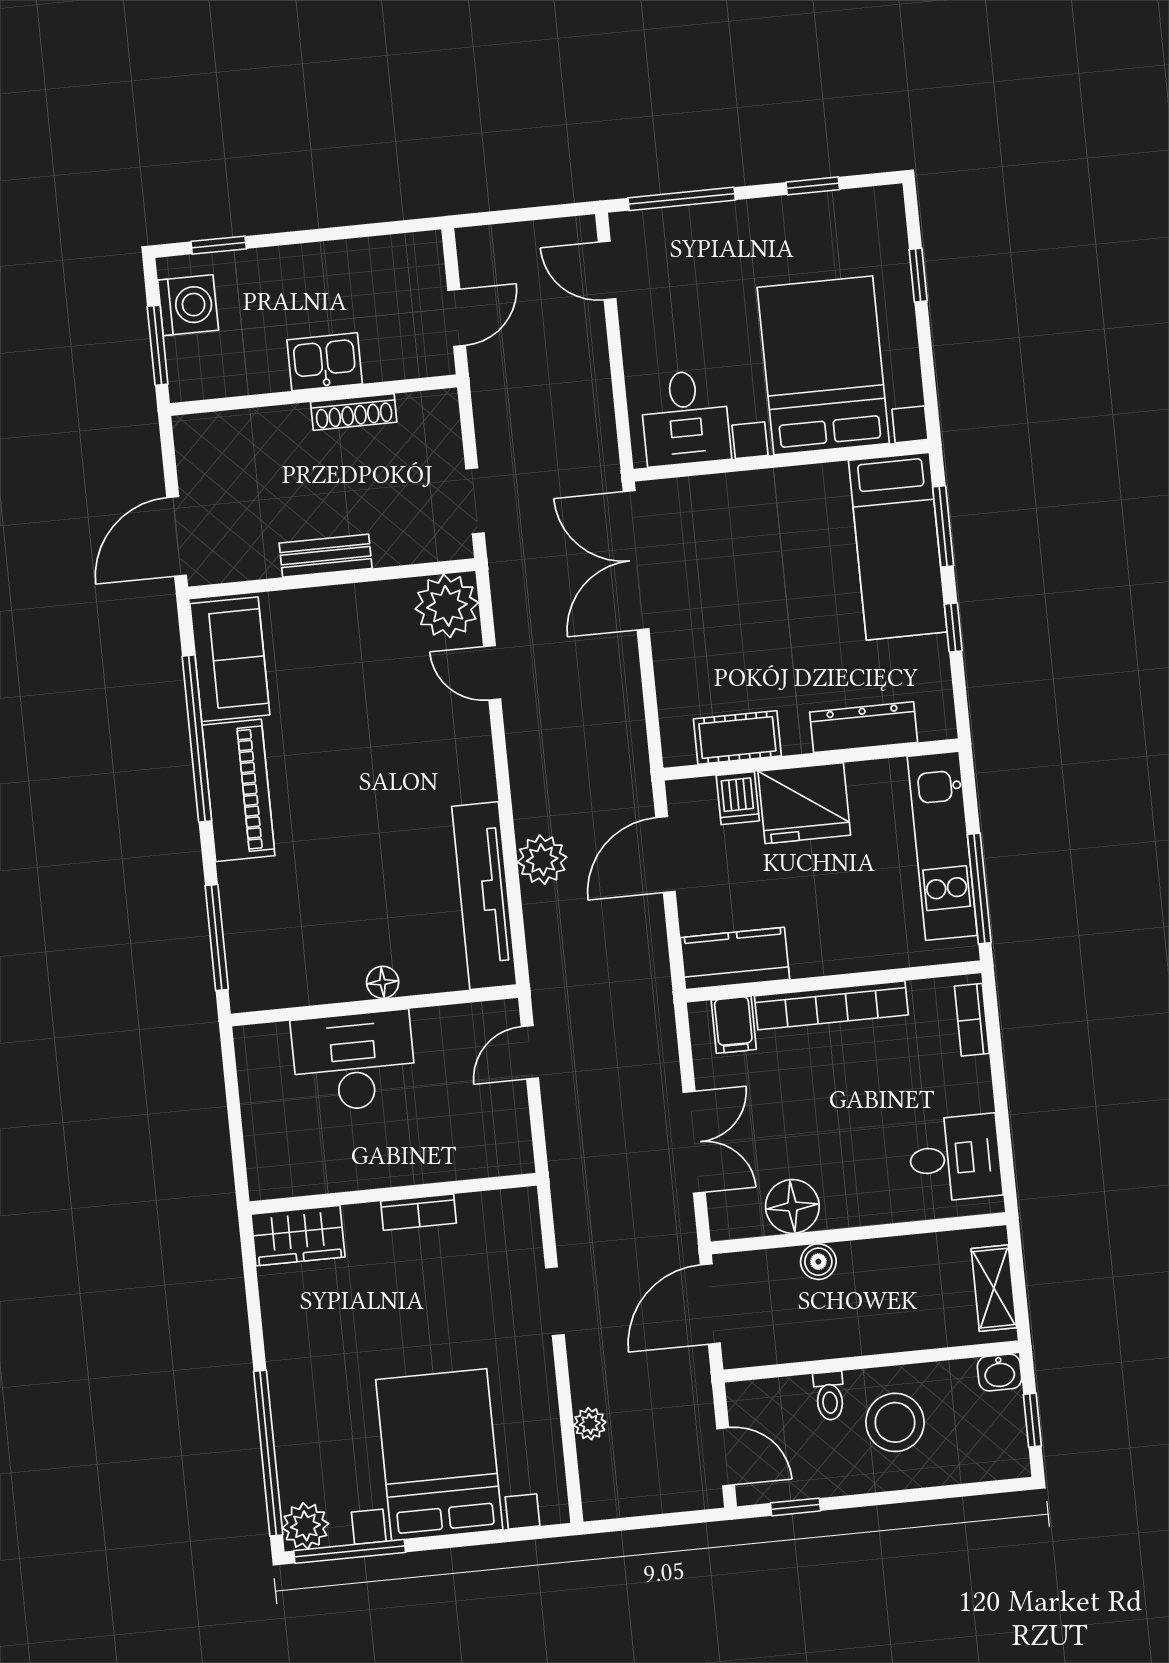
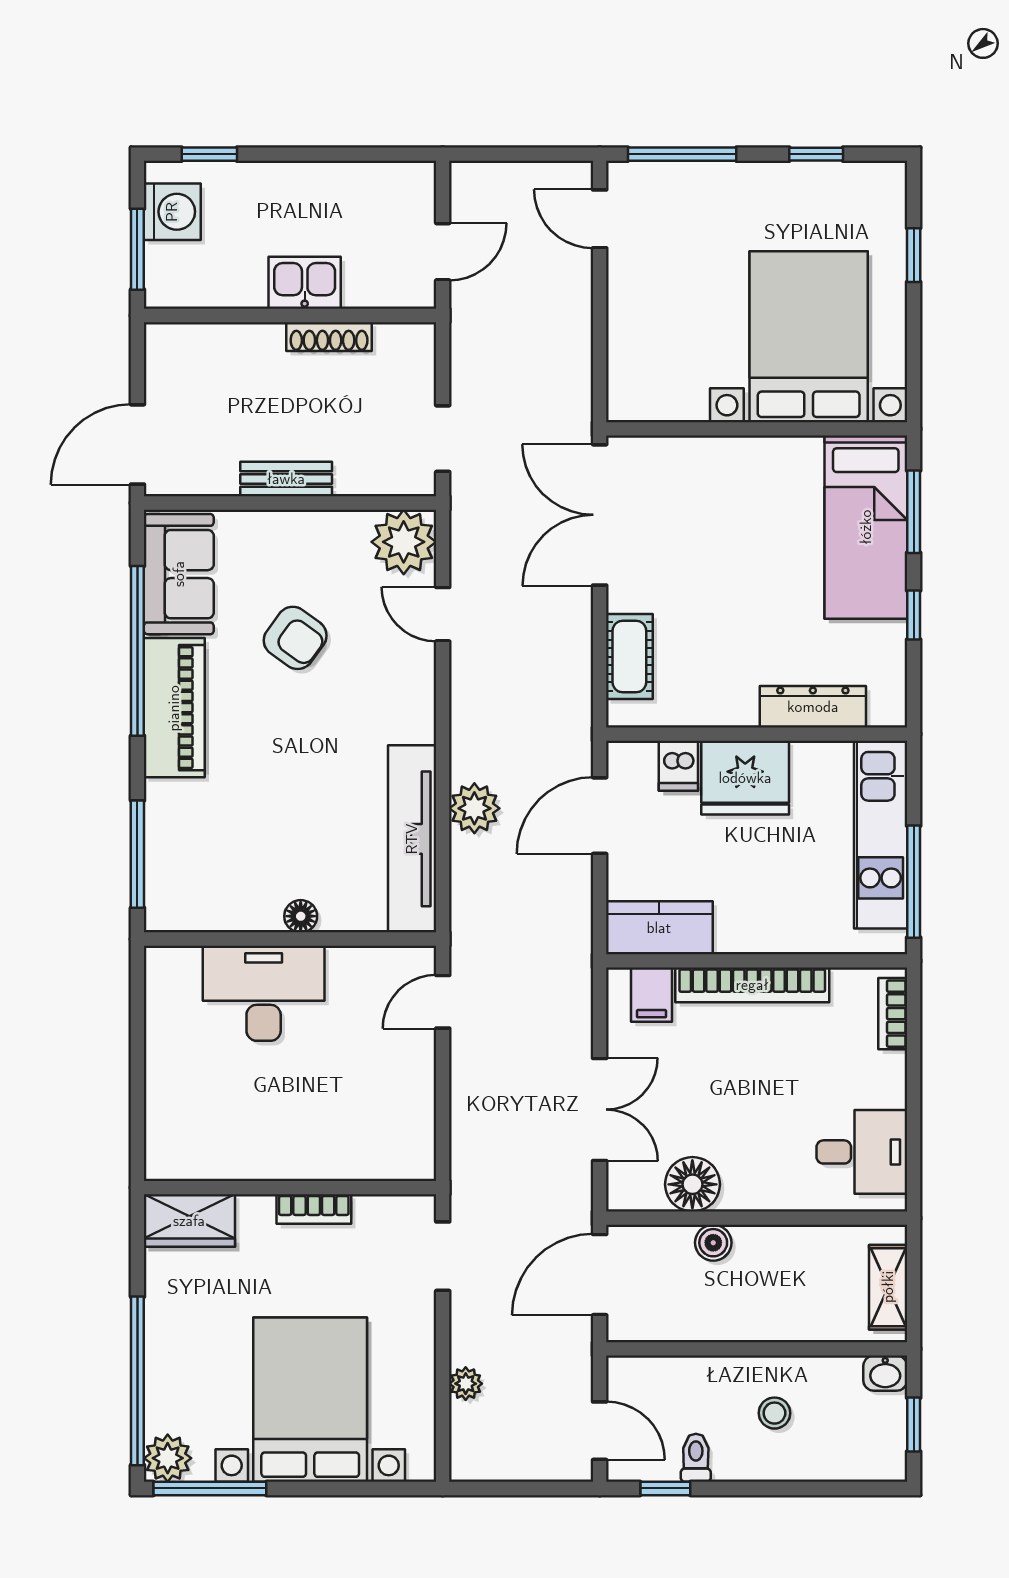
desk: (685, 418) -> (664, 376), removed
armchair: (350, 710) -> (295, 638), added
cot: (737, 737) -> (629, 657), moved, turned 90
wall: (393, 1194) -> (290, 1188), moved
bookcase: (419, 1212) -> (314, 1209), moved
wardrobe: (298, 1236) -> (189, 1221), moved
toilet: (829, 1396) -> (696, 1458), moved, turned 180
stool: (895, 1422) -> (774, 1413), width x0.53, depth x0.53

